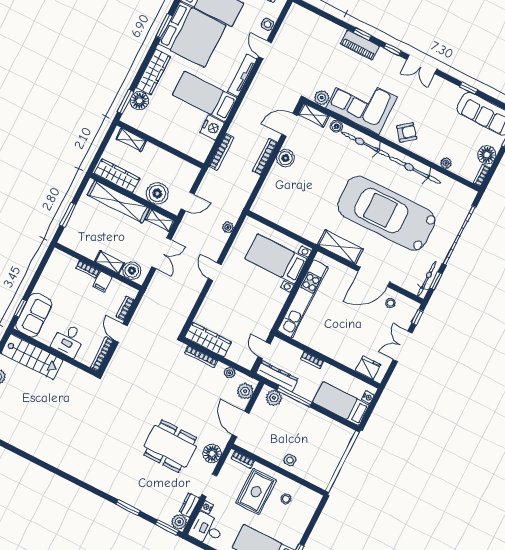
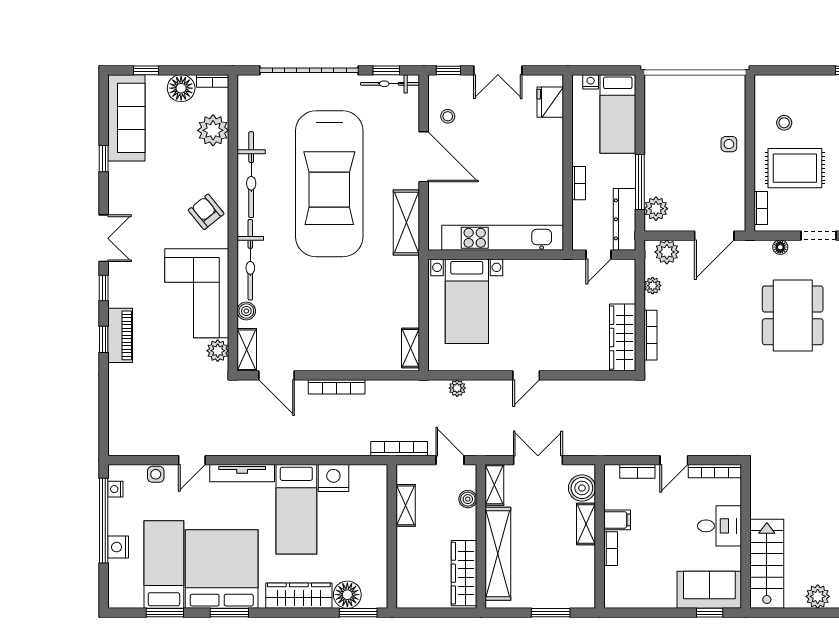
shelving: (131, 140) -> (406, 505), moved
bookcase: (221, 152) -> (399, 449), moved
boiler: (285, 158) -> (324, 358), removed
plant: (446, 163) -> (213, 130), width x1.88, depth x1.88
boiler: (157, 193) -> (468, 499), width x0.54, depth x0.54
shelving: (265, 212) -> (410, 348), added
floor lamp: (212, 453) -> (780, 247), width x0.53, depth x0.53

